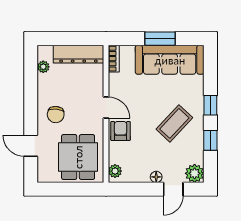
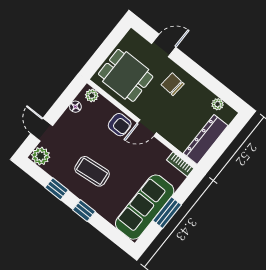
coffee table: (174, 123) -> (92, 171), turned -49
floor lamp: (156, 177) -> (75, 107), moved

